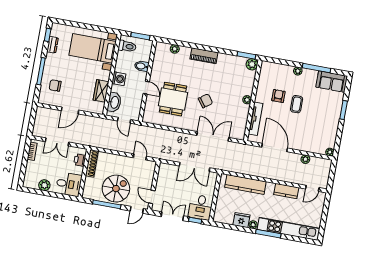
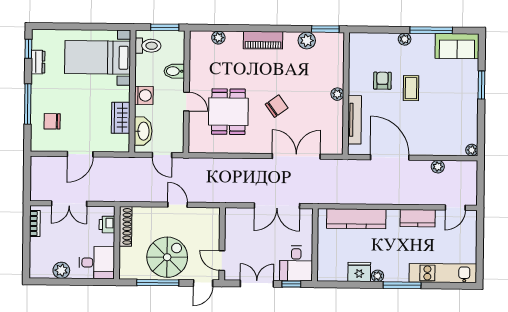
plant: (252, 64) -> (307, 41), moved
door: (140, 157) -> (178, 205), moved
kitchen unit: (289, 229) -> (443, 273), width x0.73

